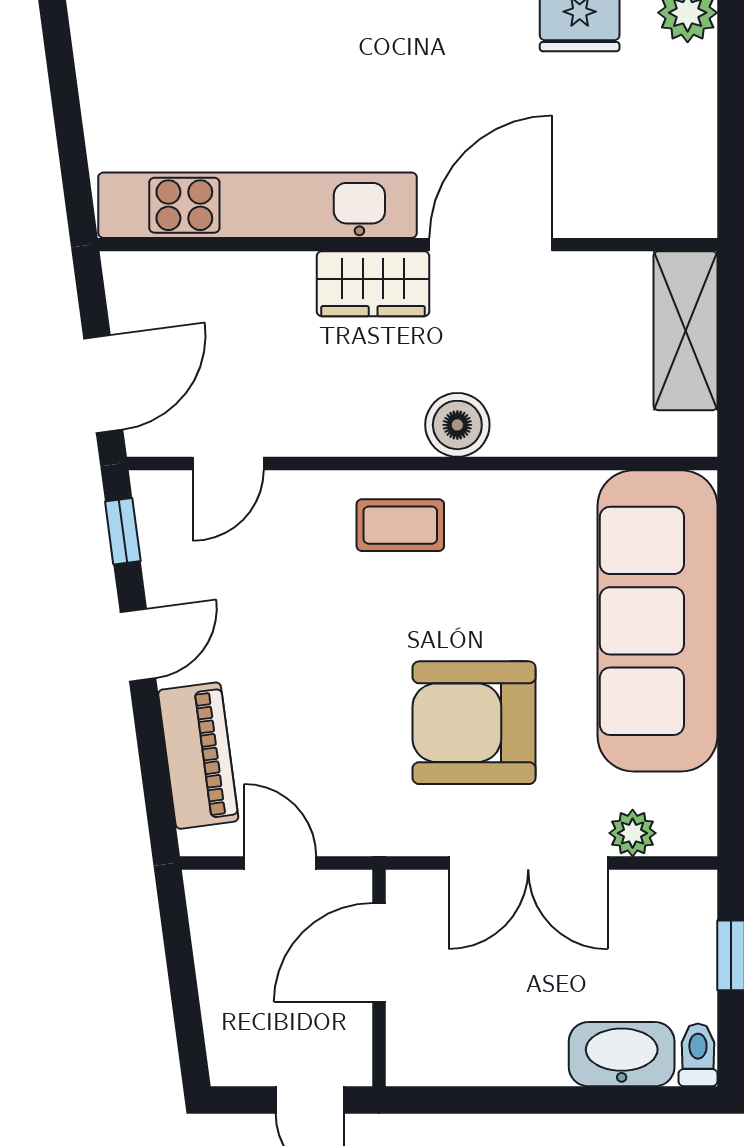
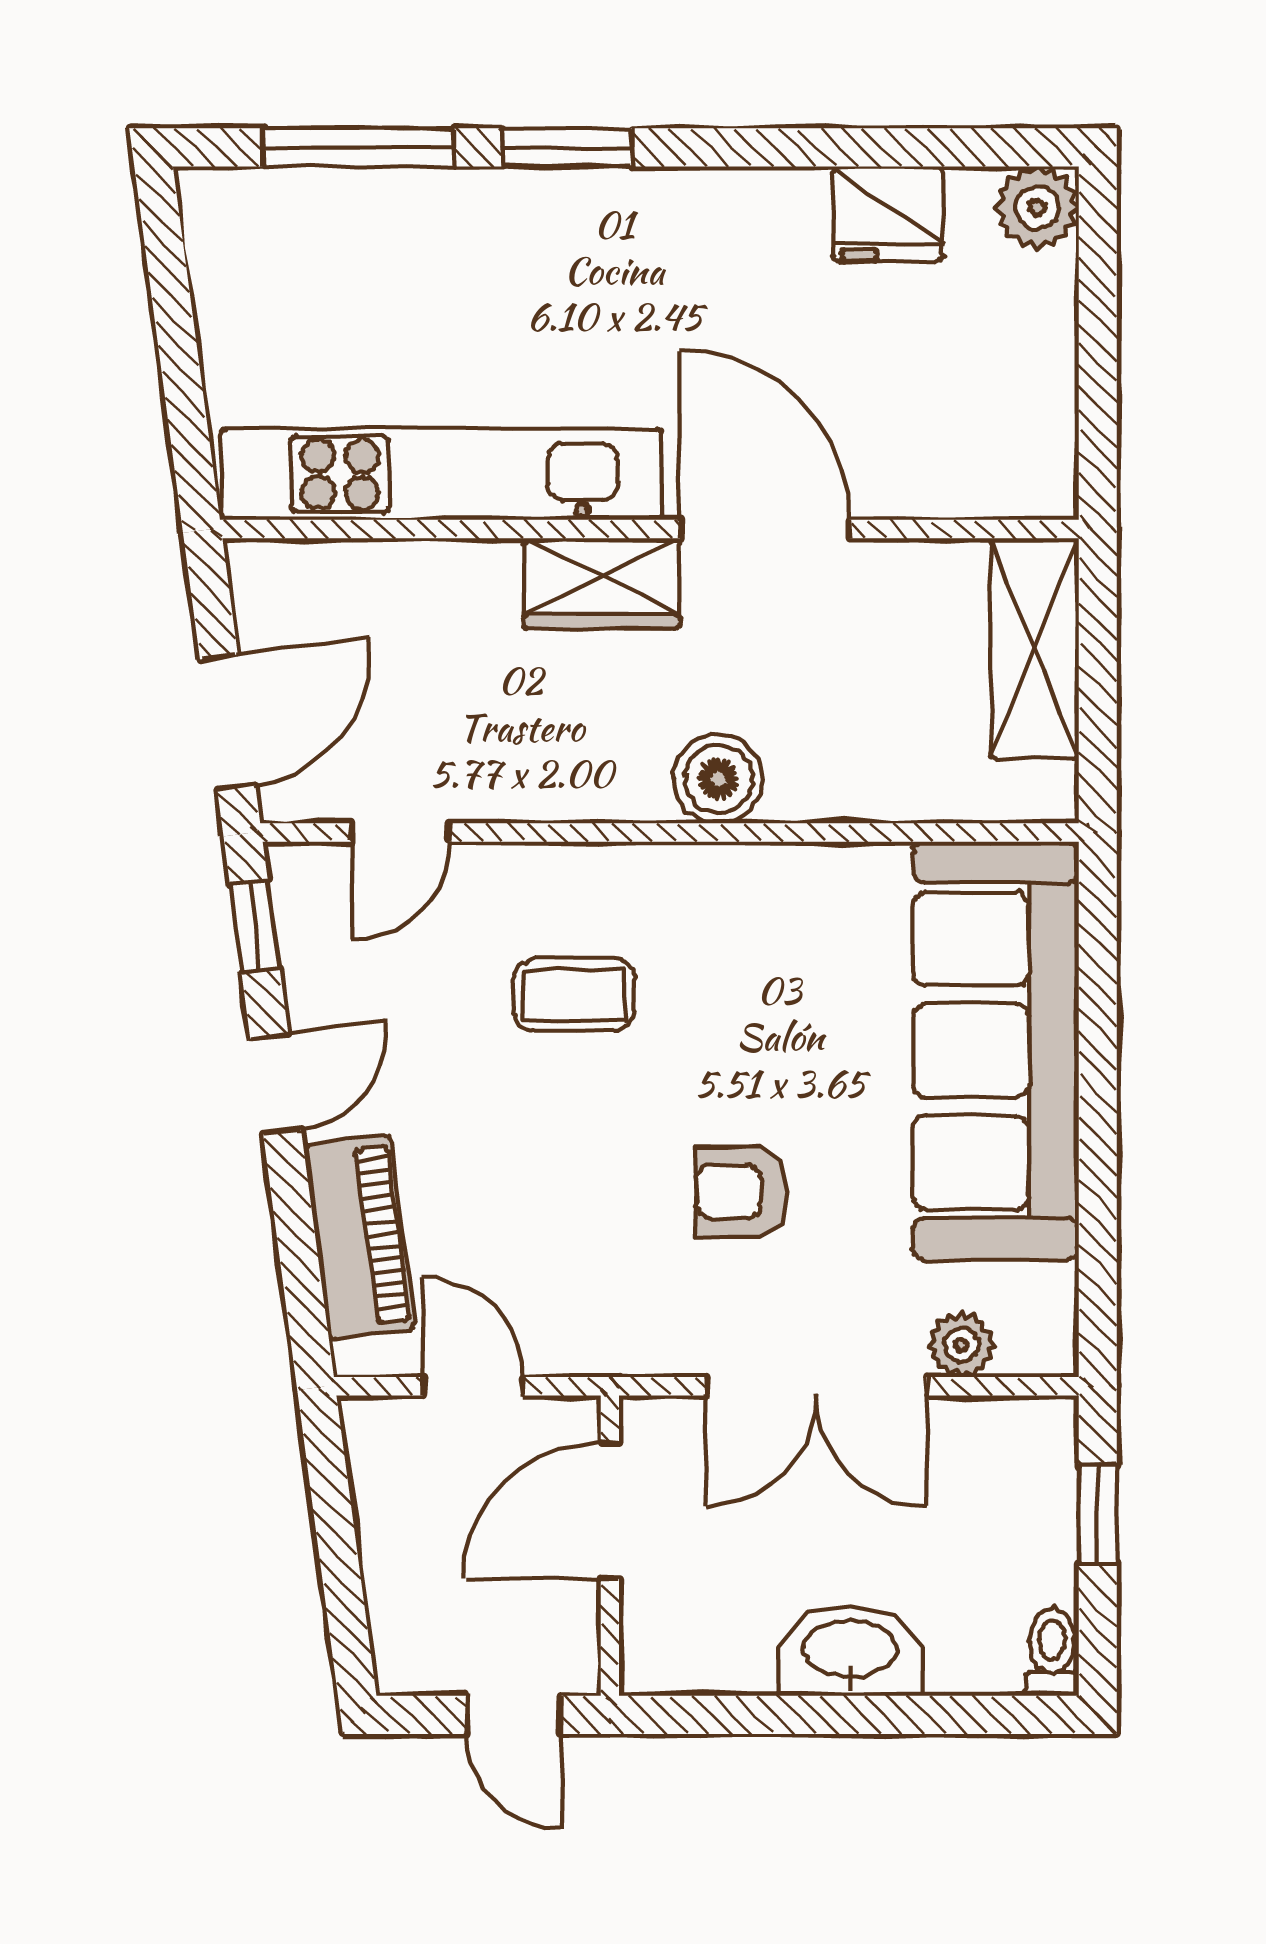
door: (491, 245) -> (765, 529), hinge flipped
coffee table: (400, 525) -> (574, 995), moved
armchair: (474, 723) -> (742, 1192), width x0.53, depth x0.53
washbasin: (622, 1054) -> (850, 1651), moved

